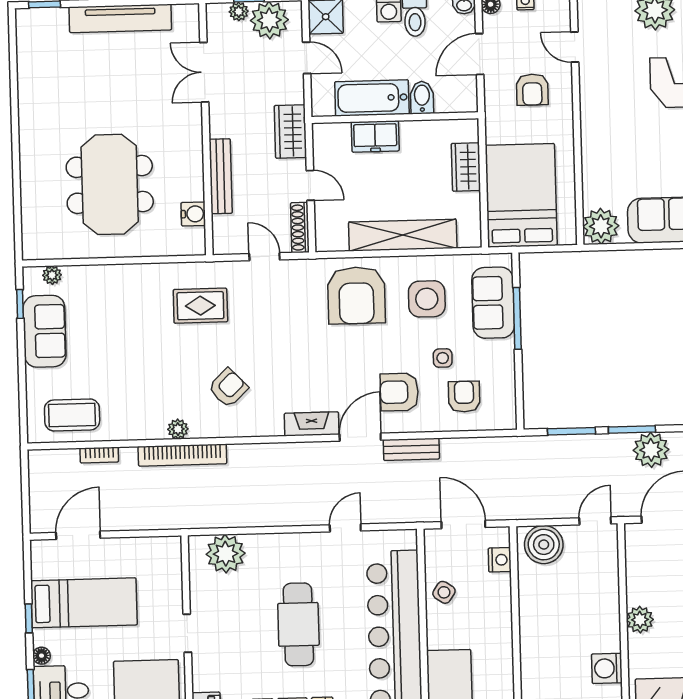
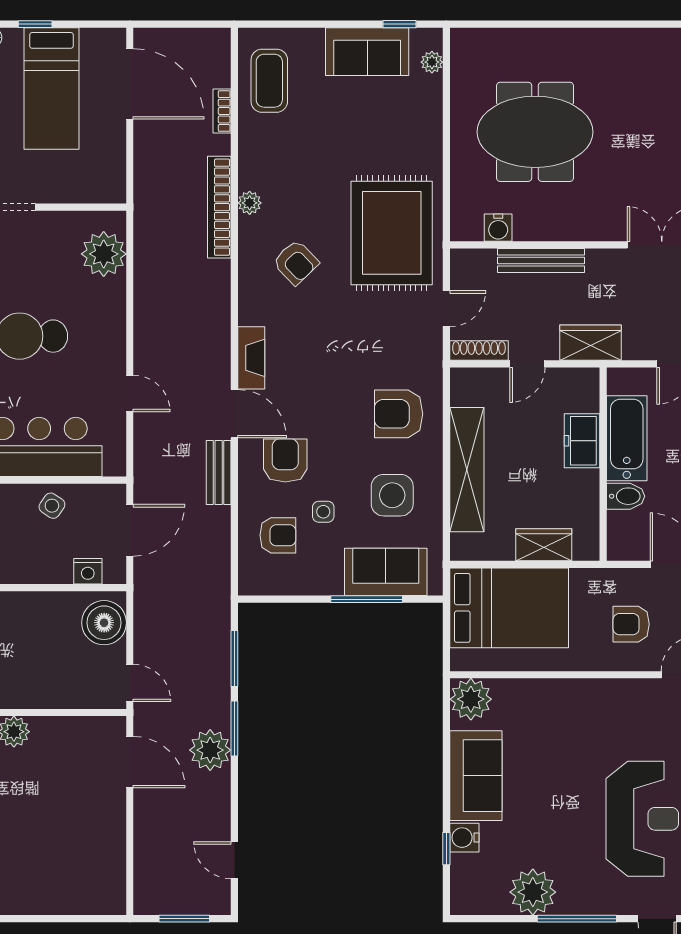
armchair: (356, 295) -> (399, 414), width x0.73, depth x0.73
rug: (200, 306) -> (392, 233), width x1.86, depth x2.06
door: (78, 535) -> (130, 84), width x1.36

